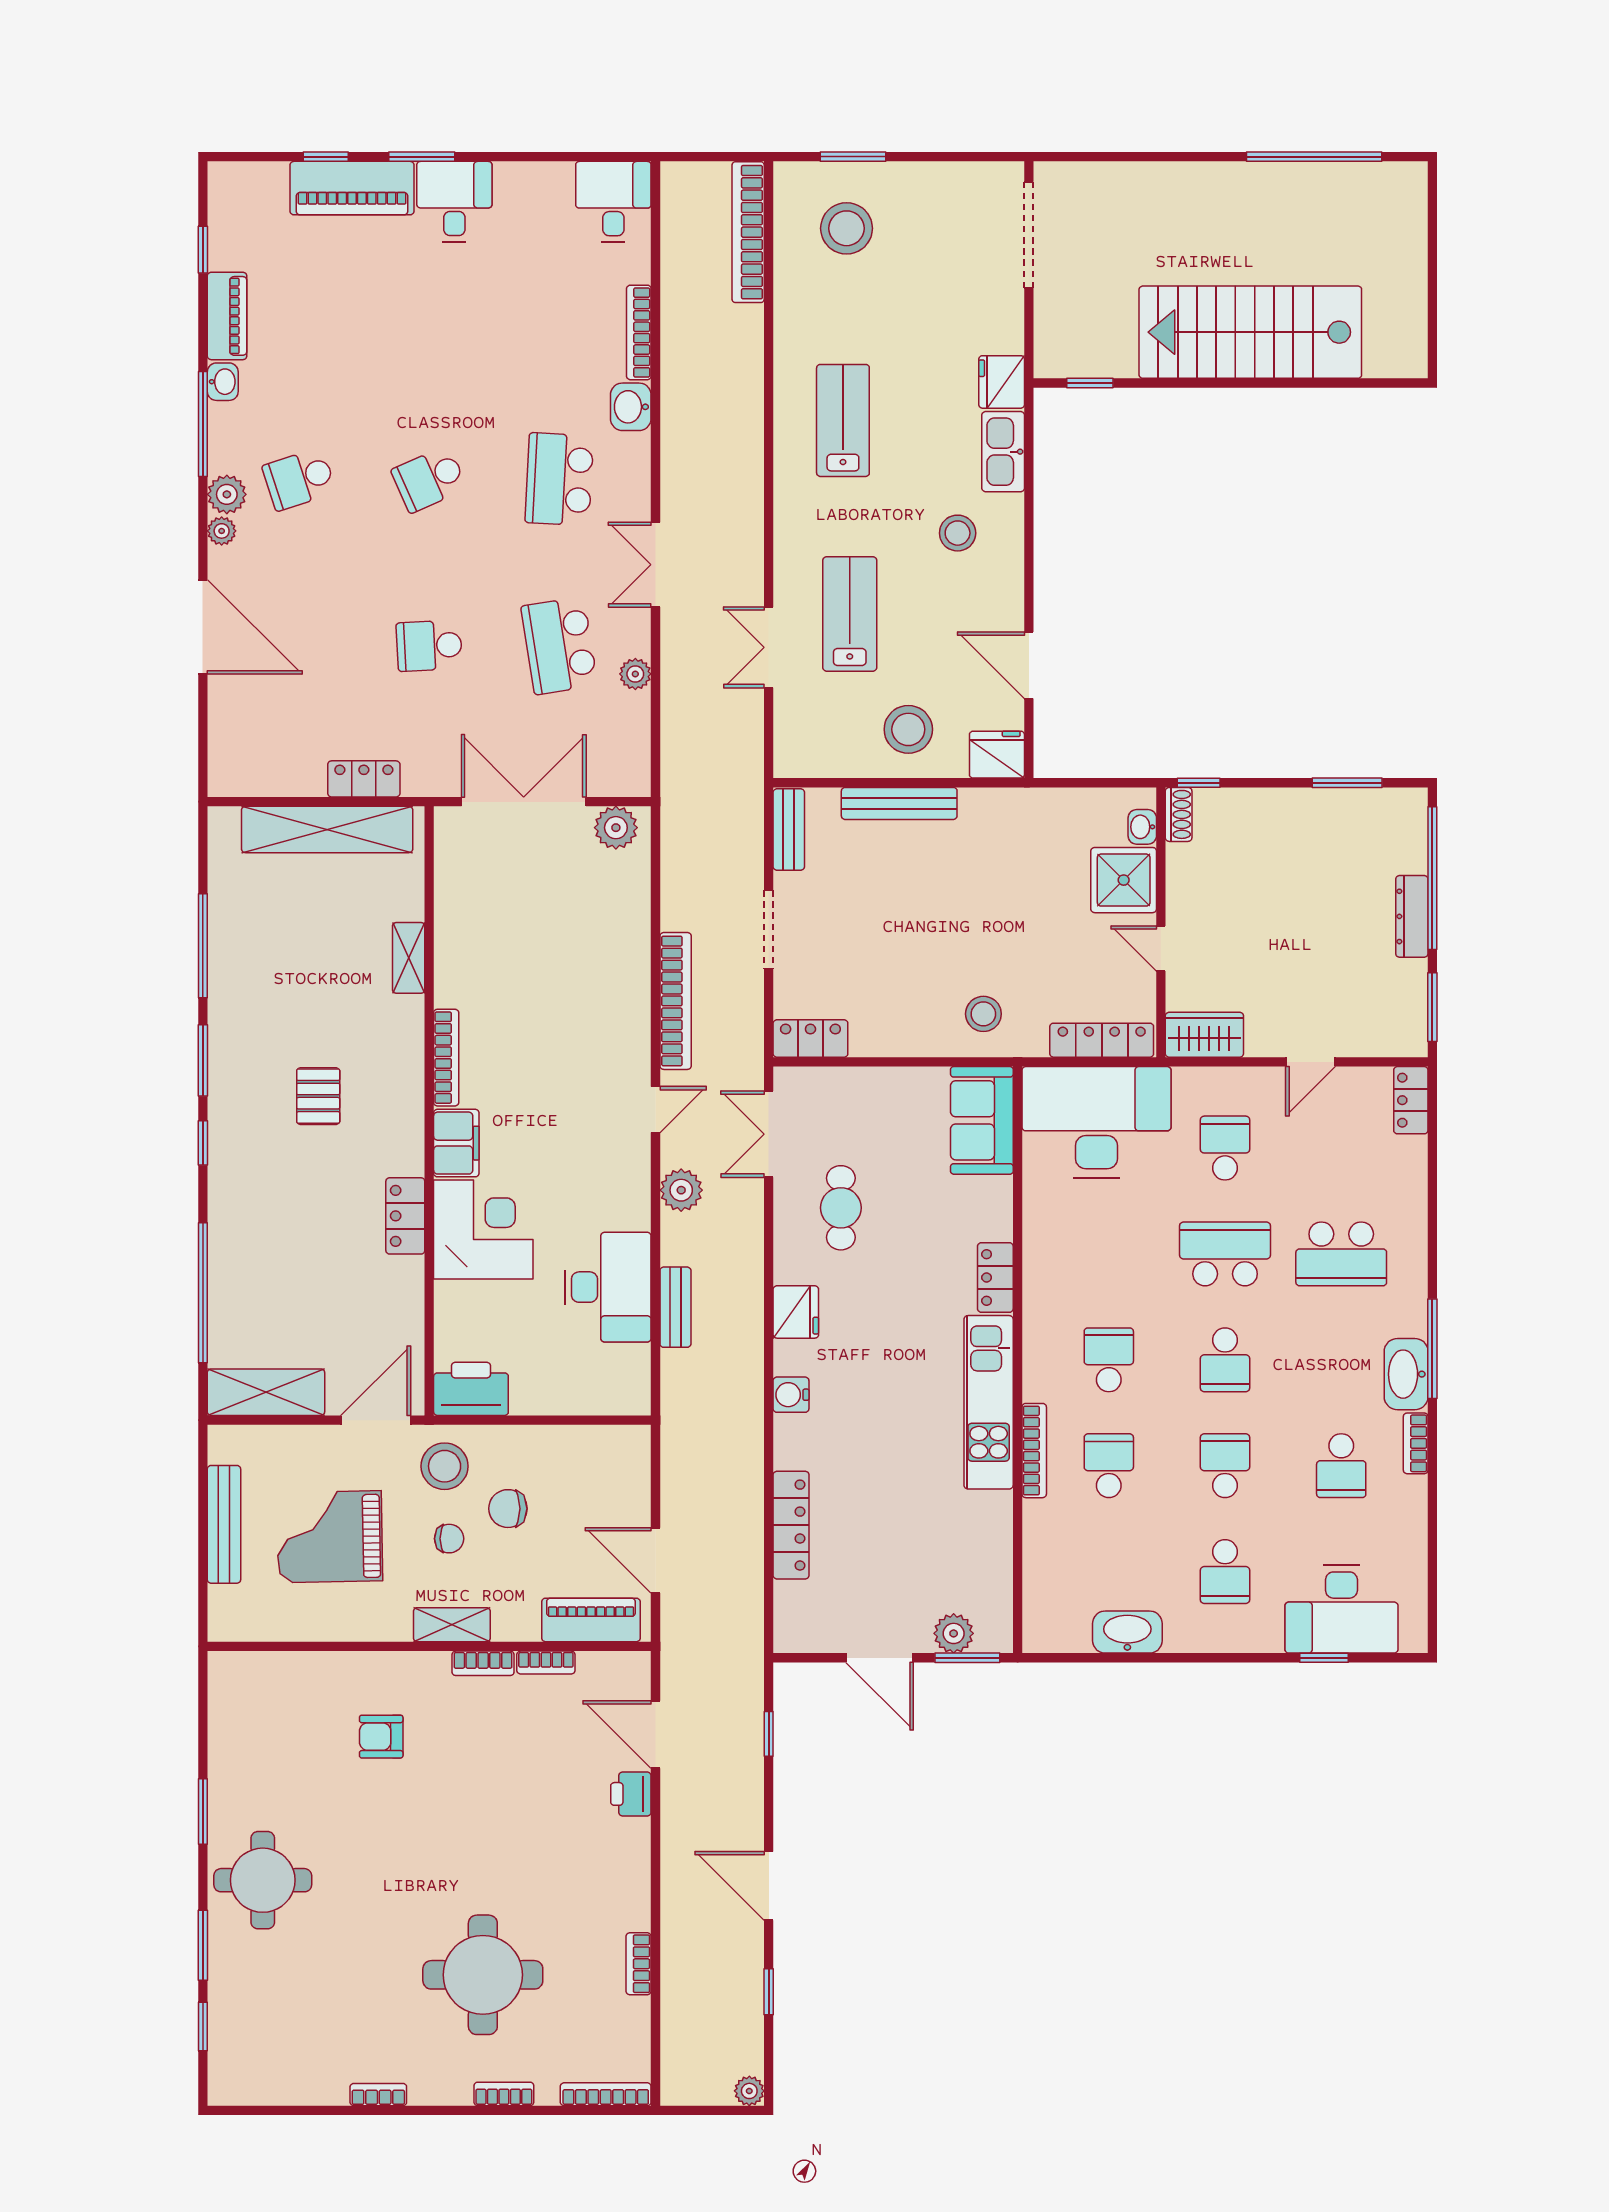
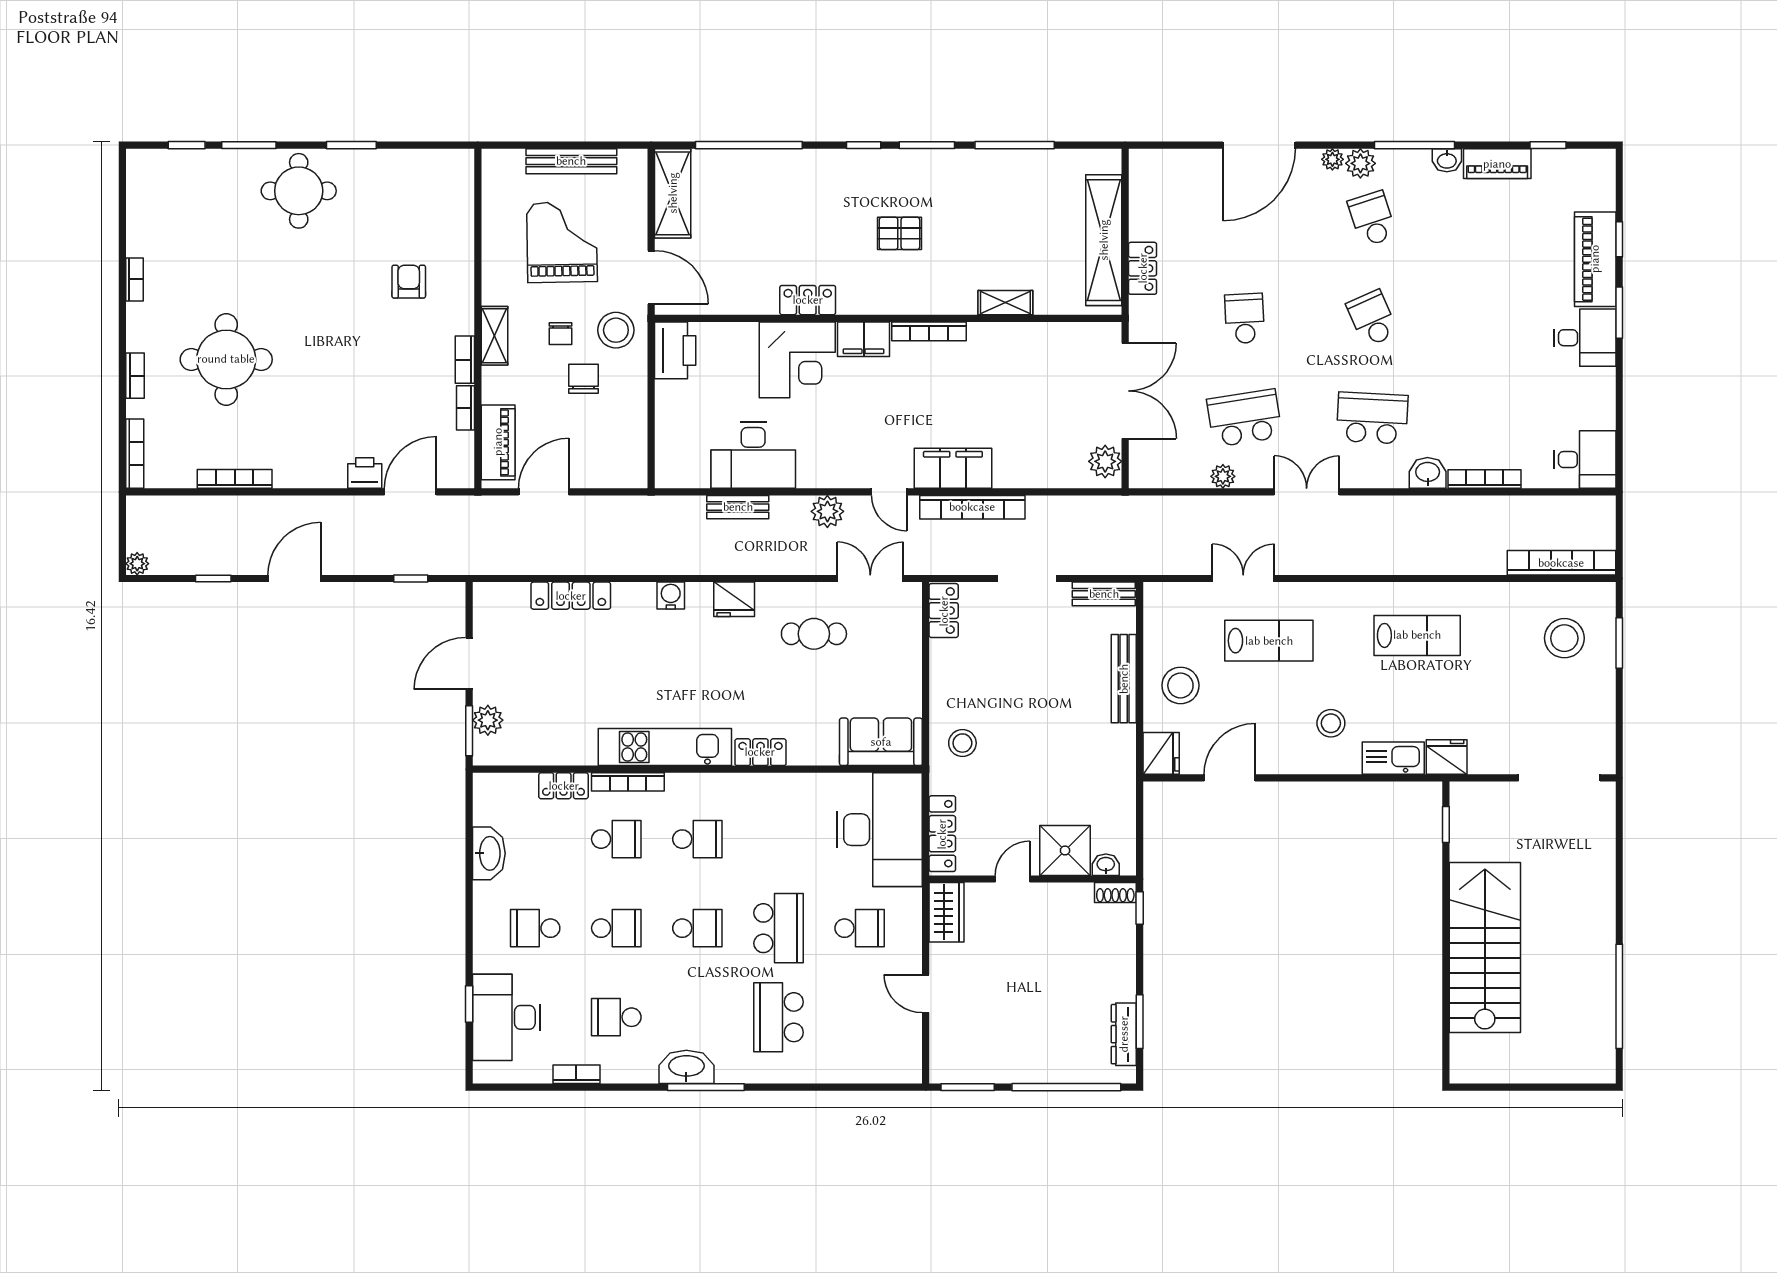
dresser: (1412, 916) -> (1124, 1034), moved, turned -90
filing cabinet: (625, 1026) -> (953, 468), added
locker: (1411, 1100) -> (564, 786), moved, turned 180
school desk: (1225, 1360) -> (697, 928), turned 180
bookcase: (1416, 1443) -> (576, 1074), moved
bookcase: (639, 1964) -> (235, 479), width x1.56

